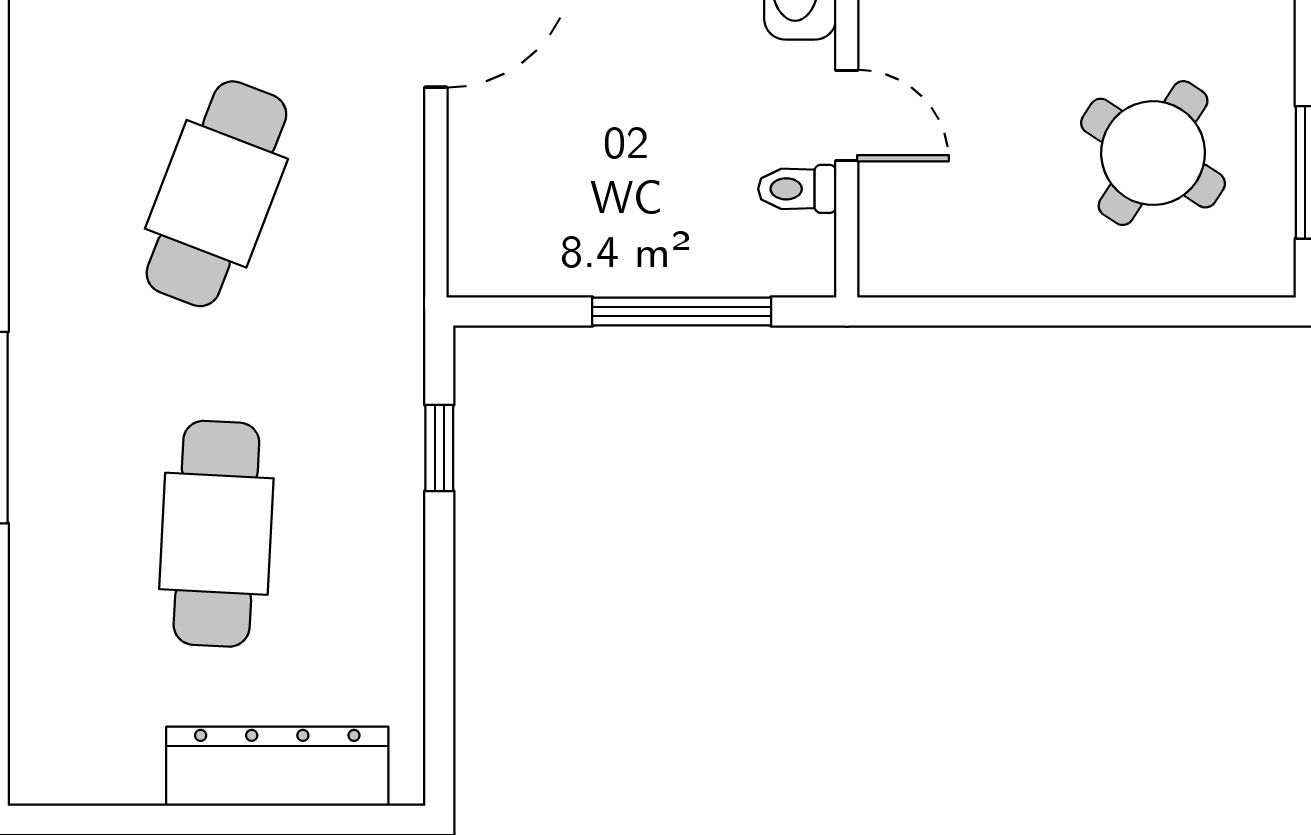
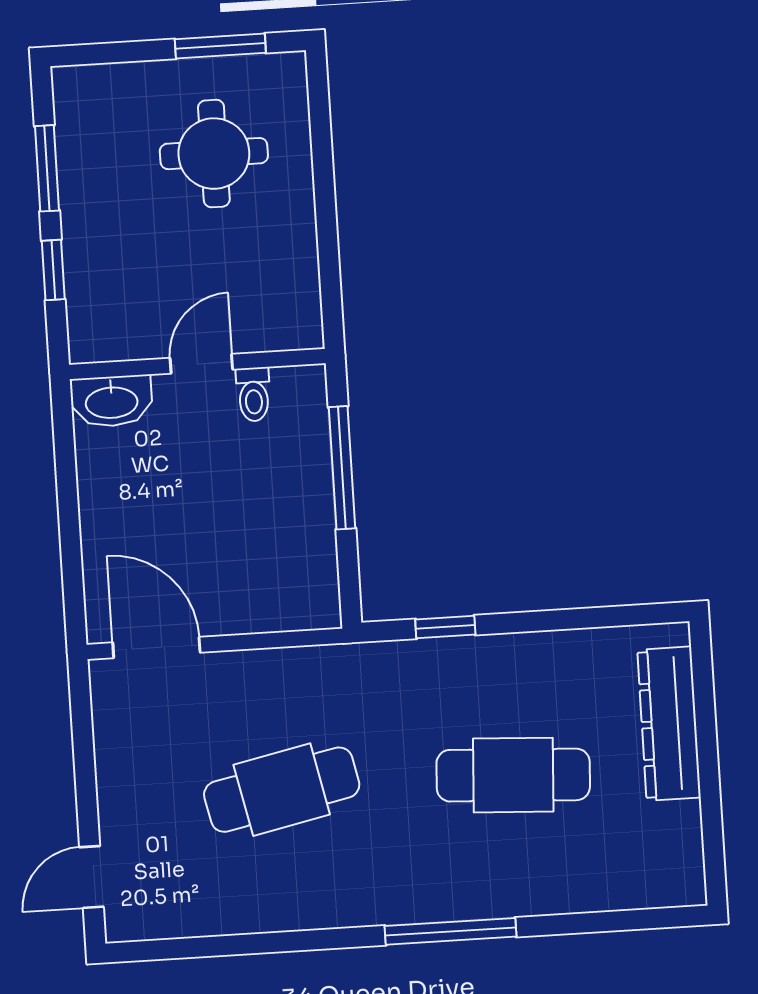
round table: (1153, 153) -> (214, 154), turned -33
cafe table: (216, 194) -> (282, 790), turned -33

